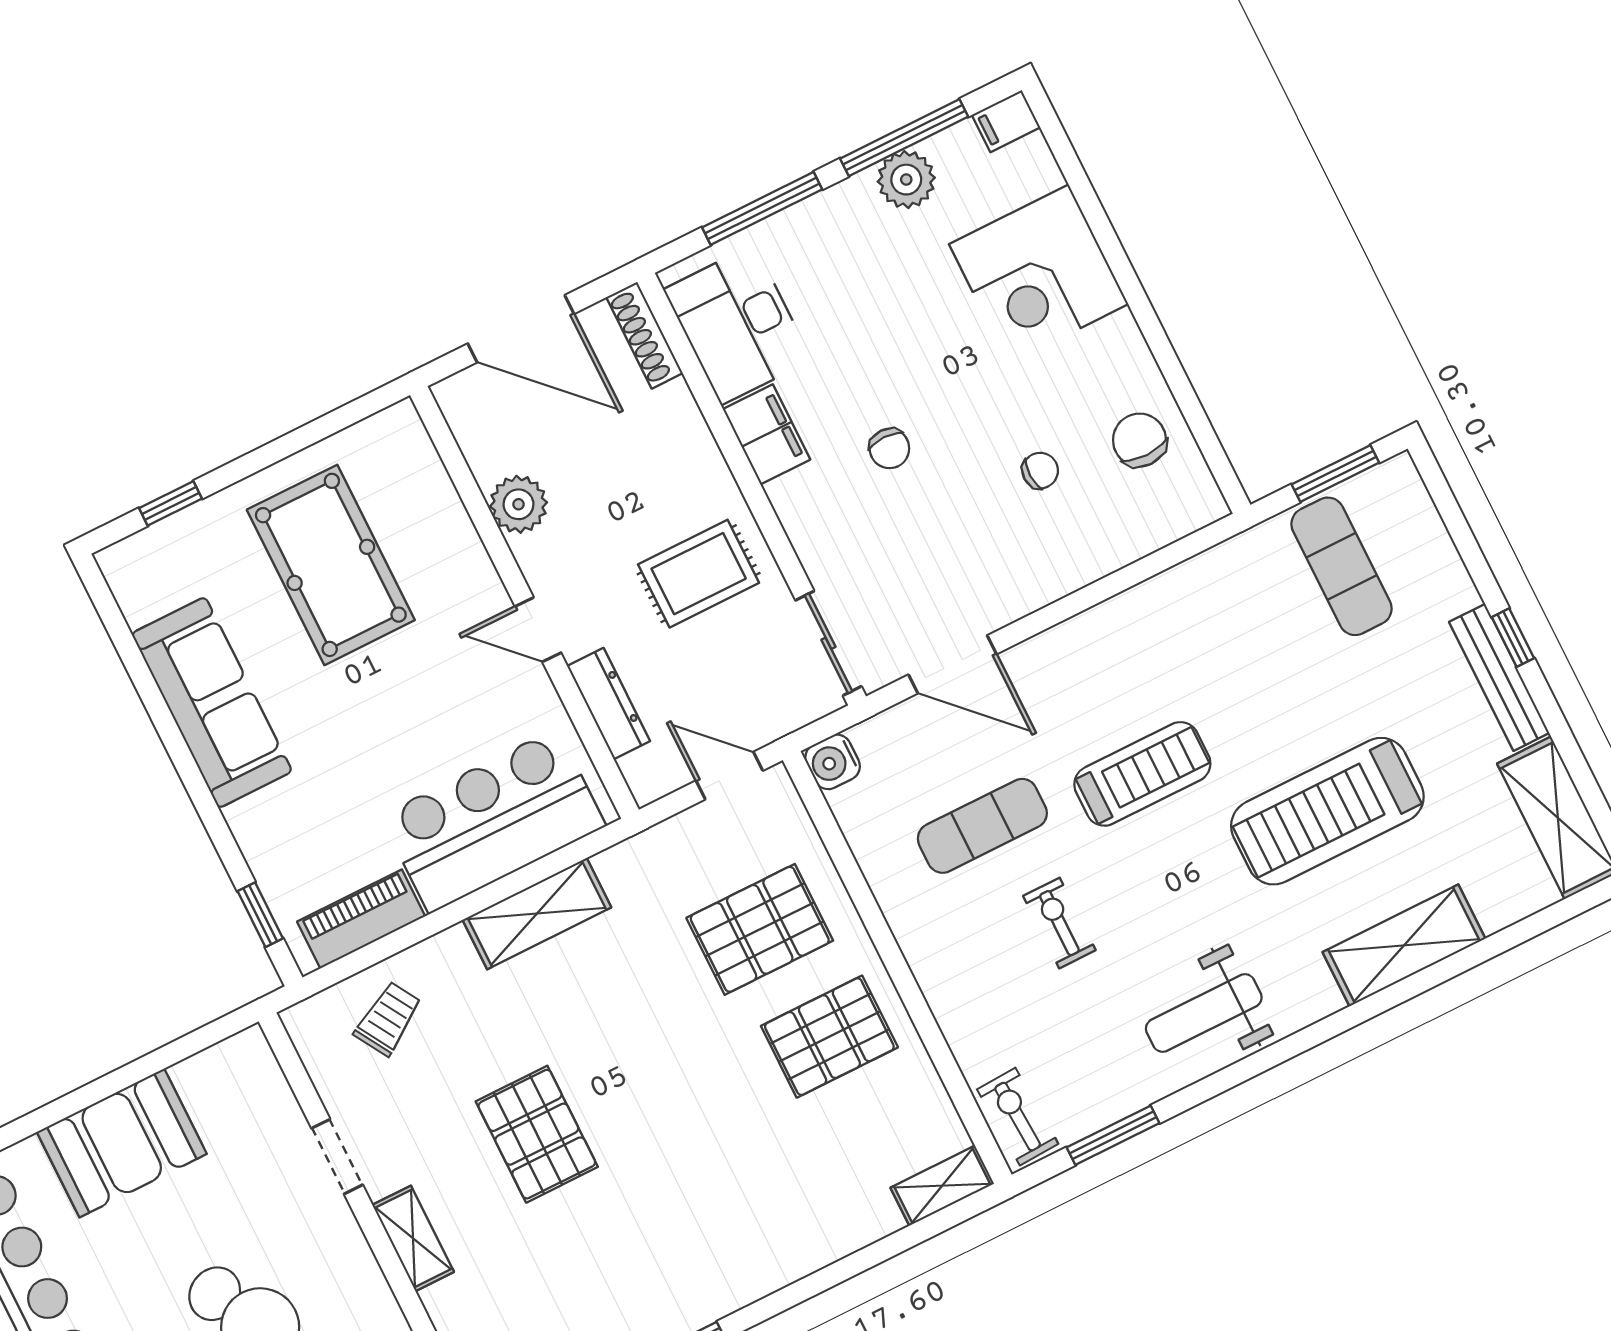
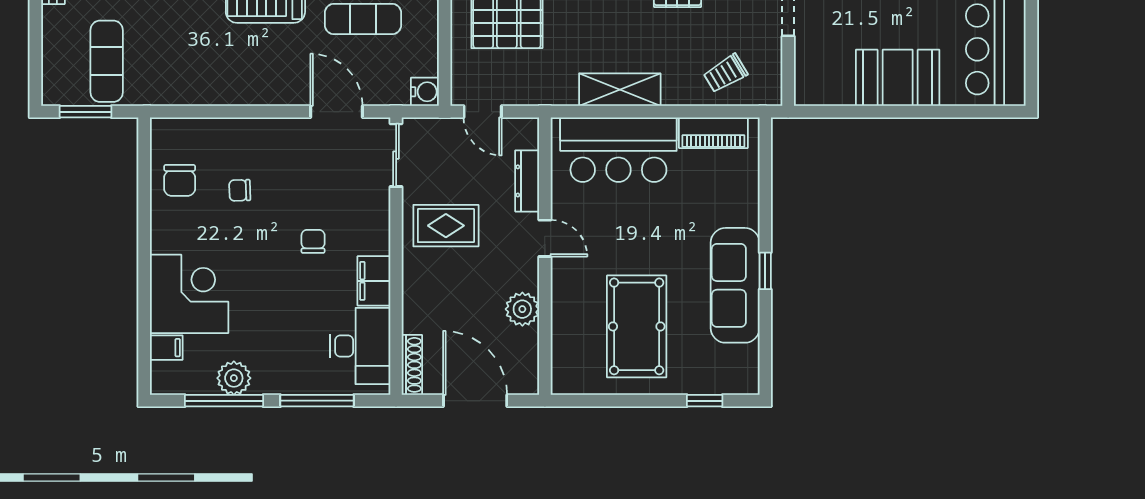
filing cabinet: (1006, 121) -> (166, 348), moved
window: (260, 915) -> (765, 271), moved

